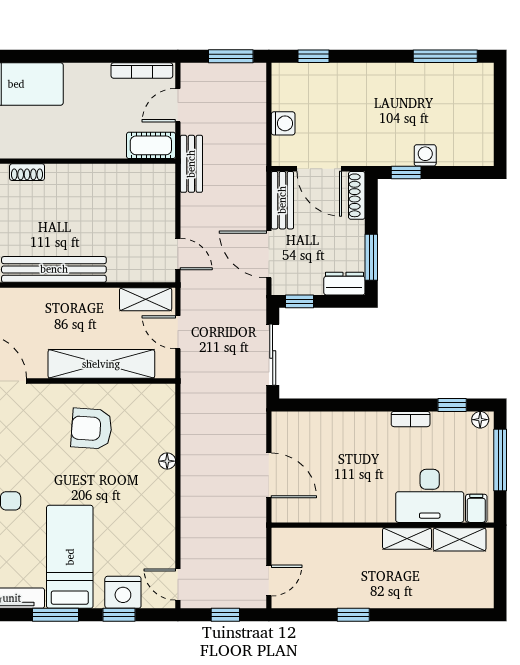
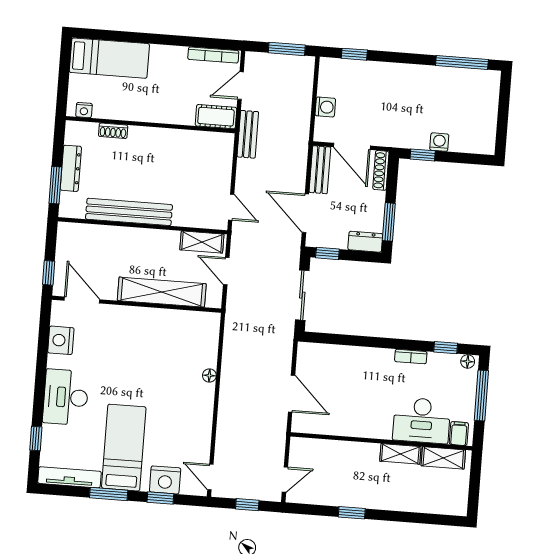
armchair: (91, 429) -> (150, 344), removed

